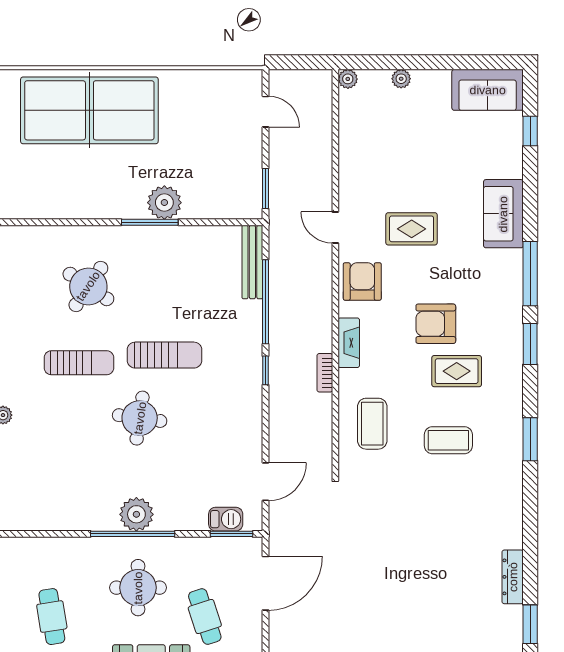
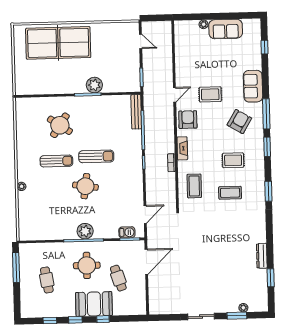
plant: (348, 79) -> (179, 25), removed
sofa: (488, 90) -> (226, 29), moved
door: (335, 227) -> (175, 95), swing flipped
armchair: (436, 324) -> (239, 121), moved, turned 121

